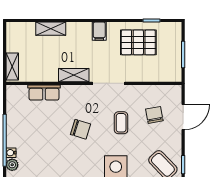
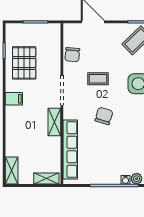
shelving: (51, 29) -> (12, 171), moved
row of seats: (44, 92) -> (70, 149), width x2.02
chair: (154, 115) -> (72, 55), moved, turned -75

